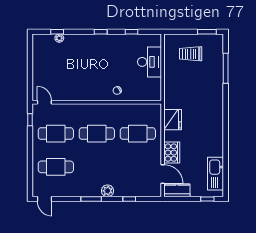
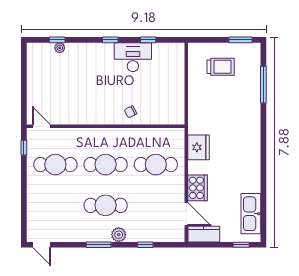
trolley: (191, 54) -> (221, 67), turned 180
desk: (149, 62) -> (133, 57), moved, turned -90
cafe table: (56, 167) -> (106, 205), moved

